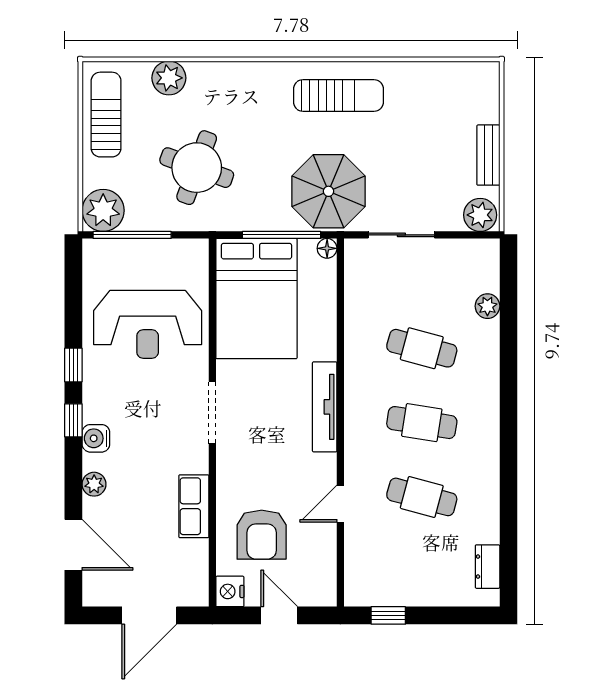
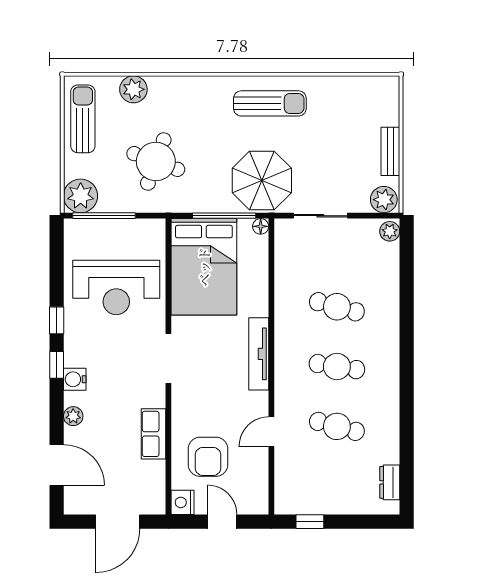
plant: (487, 306) -> (390, 231), moved

